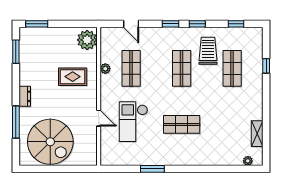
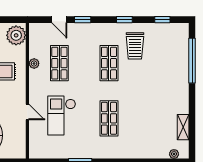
window: (170, 24) -> (83, 20), moved
trolley: (208, 51) -> (135, 46), turned 180
window: (266, 66) -> (192, 61), width x3.17
shop shelf: (232, 68) -> (159, 63), removed
shop shelf: (182, 124) -> (109, 118), turned 90

